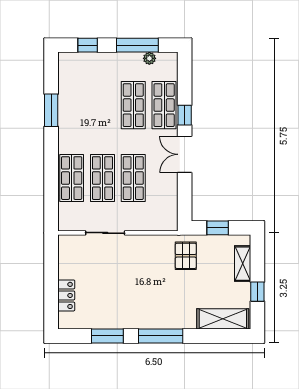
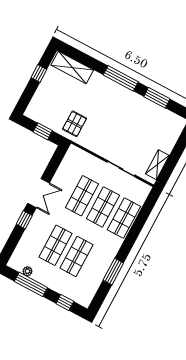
shop shelf: (164, 105) -> (76, 256), moved
shelving: (243, 264) -> (157, 165), moved
locker: (66, 295) -> (170, 140), removed

